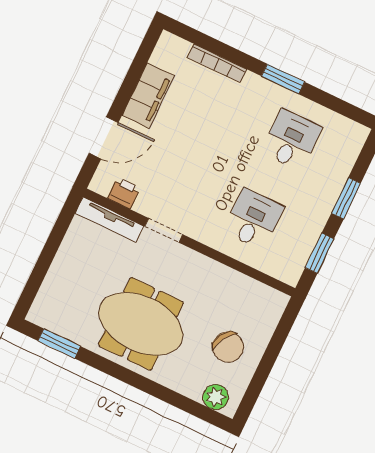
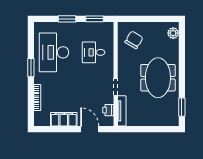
desk: (292, 140) -> (54, 52), width x1.87, depth x1.30
chair: (228, 347) -> (134, 40), moved

